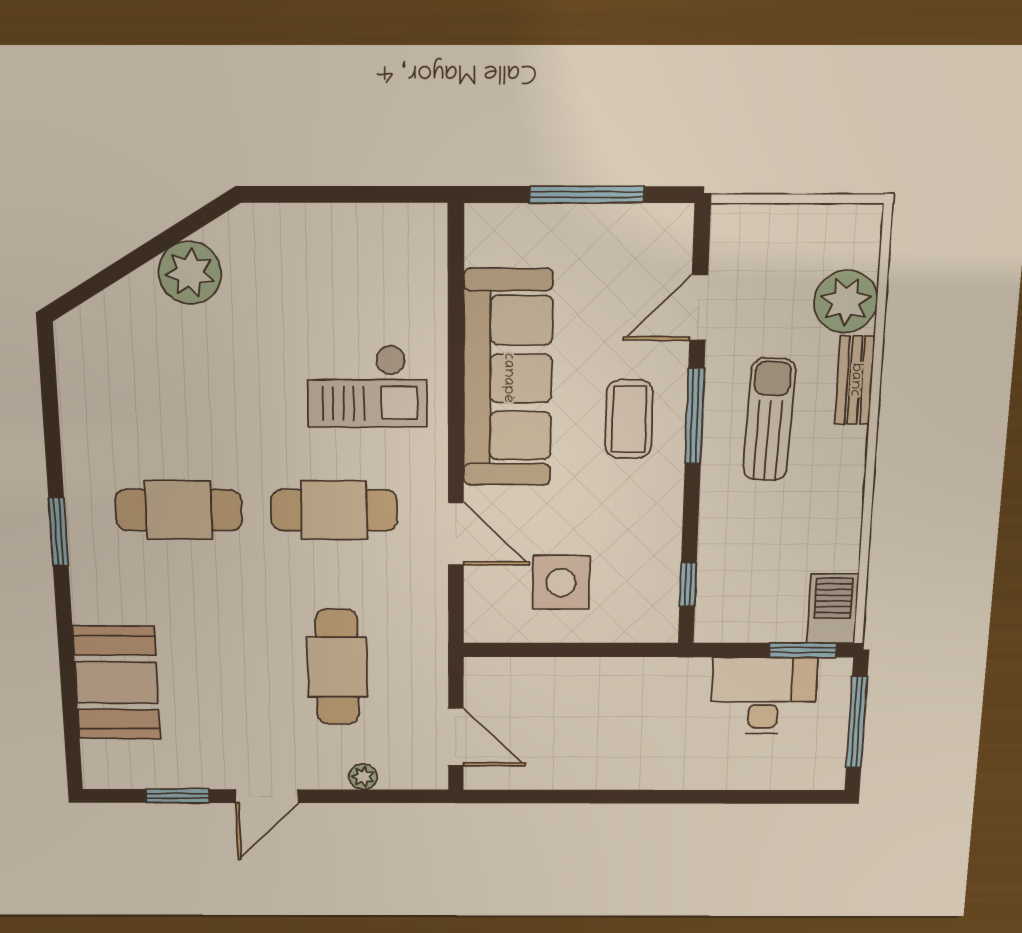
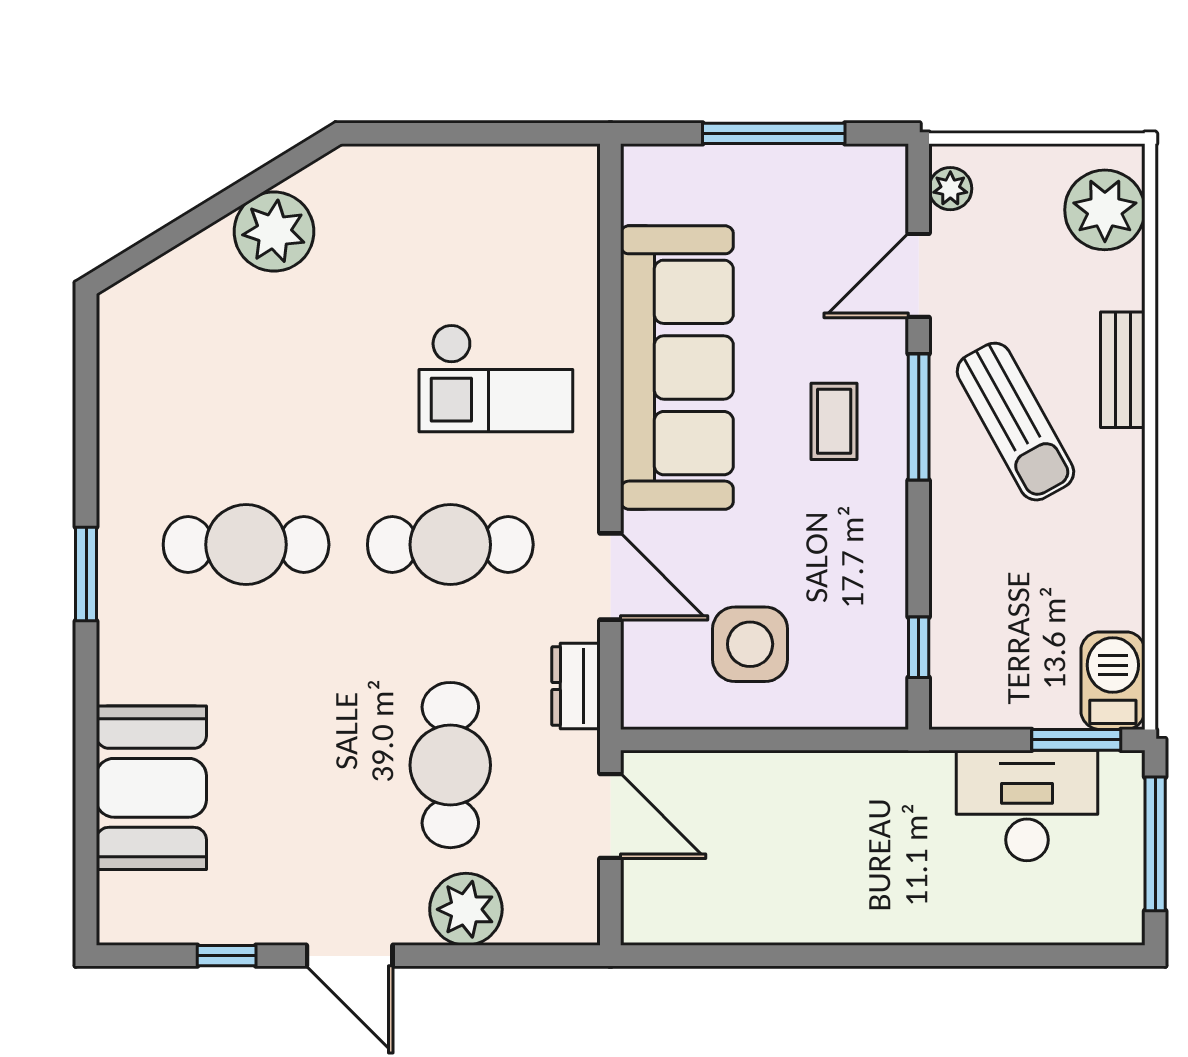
plant: (727, 239) -> (950, 189), added
plant: (846, 302) -> (1105, 210), moved
coffee table: (629, 419) -> (834, 421), width x0.73, depth x0.77
sun lounger: (769, 419) -> (1015, 422), turned 149
dresser: (430, 612) -> (576, 686), added
door: (456, 737) -> (610, 816), moved
plant: (363, 777) -> (466, 909), width x1.88, depth x1.88
window: (178, 796) -> (227, 956), width x0.67
door: (267, 796) -> (350, 956), hinge flipped

